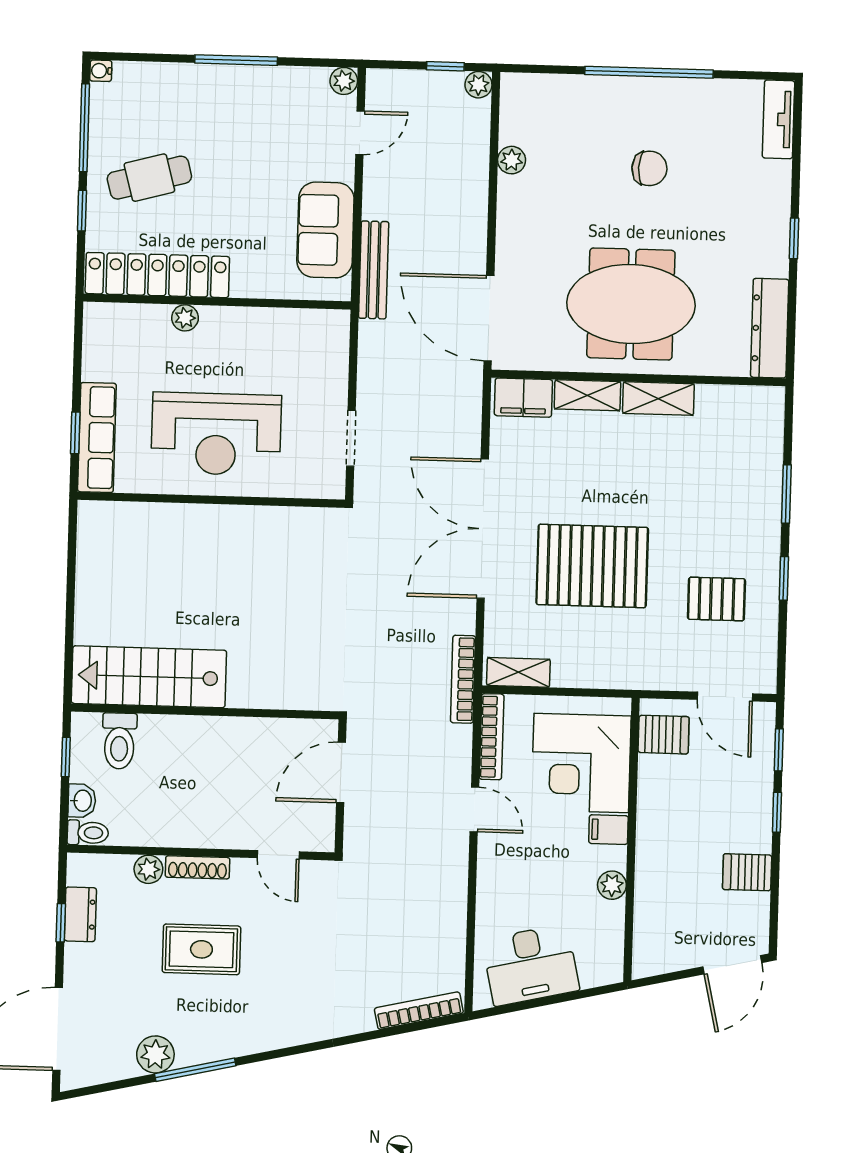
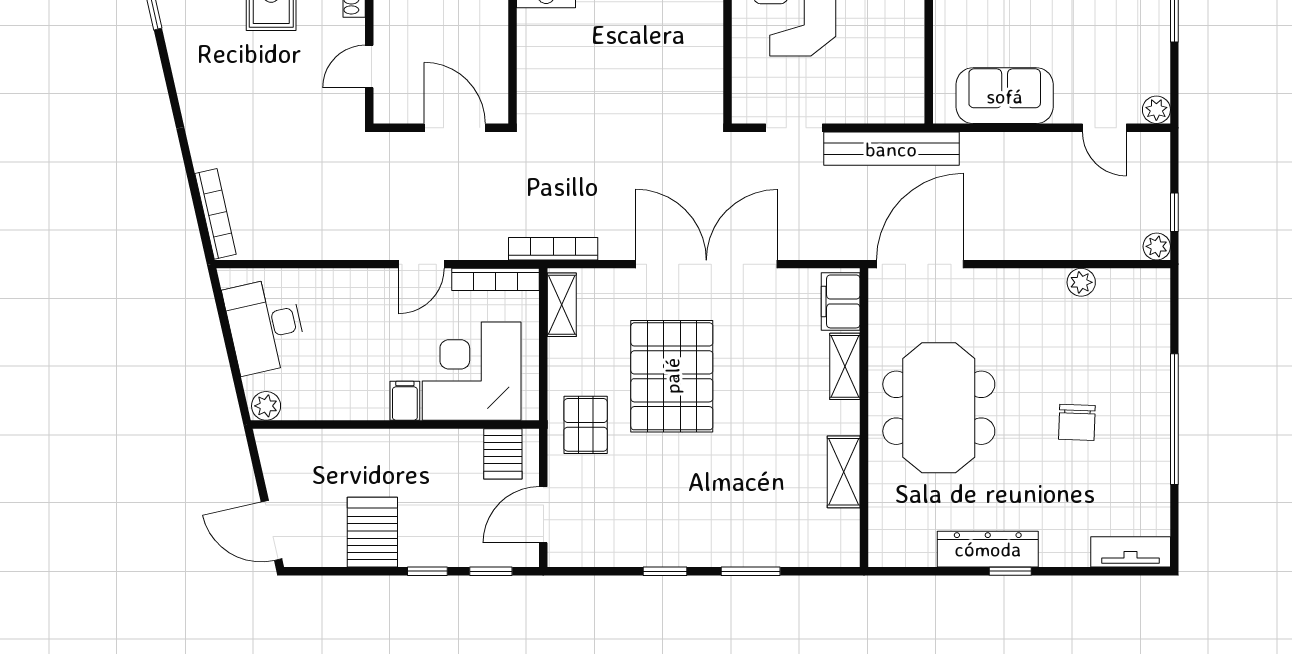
bench: (374, 270) -> (891, 149), moved, width x1.37, depth x1.21
dresser: (770, 328) -> (988, 549), moved
shelving: (658, 399) -> (844, 472), moved
pallet: (716, 599) -> (586, 425), moved
server rack: (747, 872) -> (372, 532), width x1.36, depth x1.44
plant: (612, 885) -> (266, 406), moved

